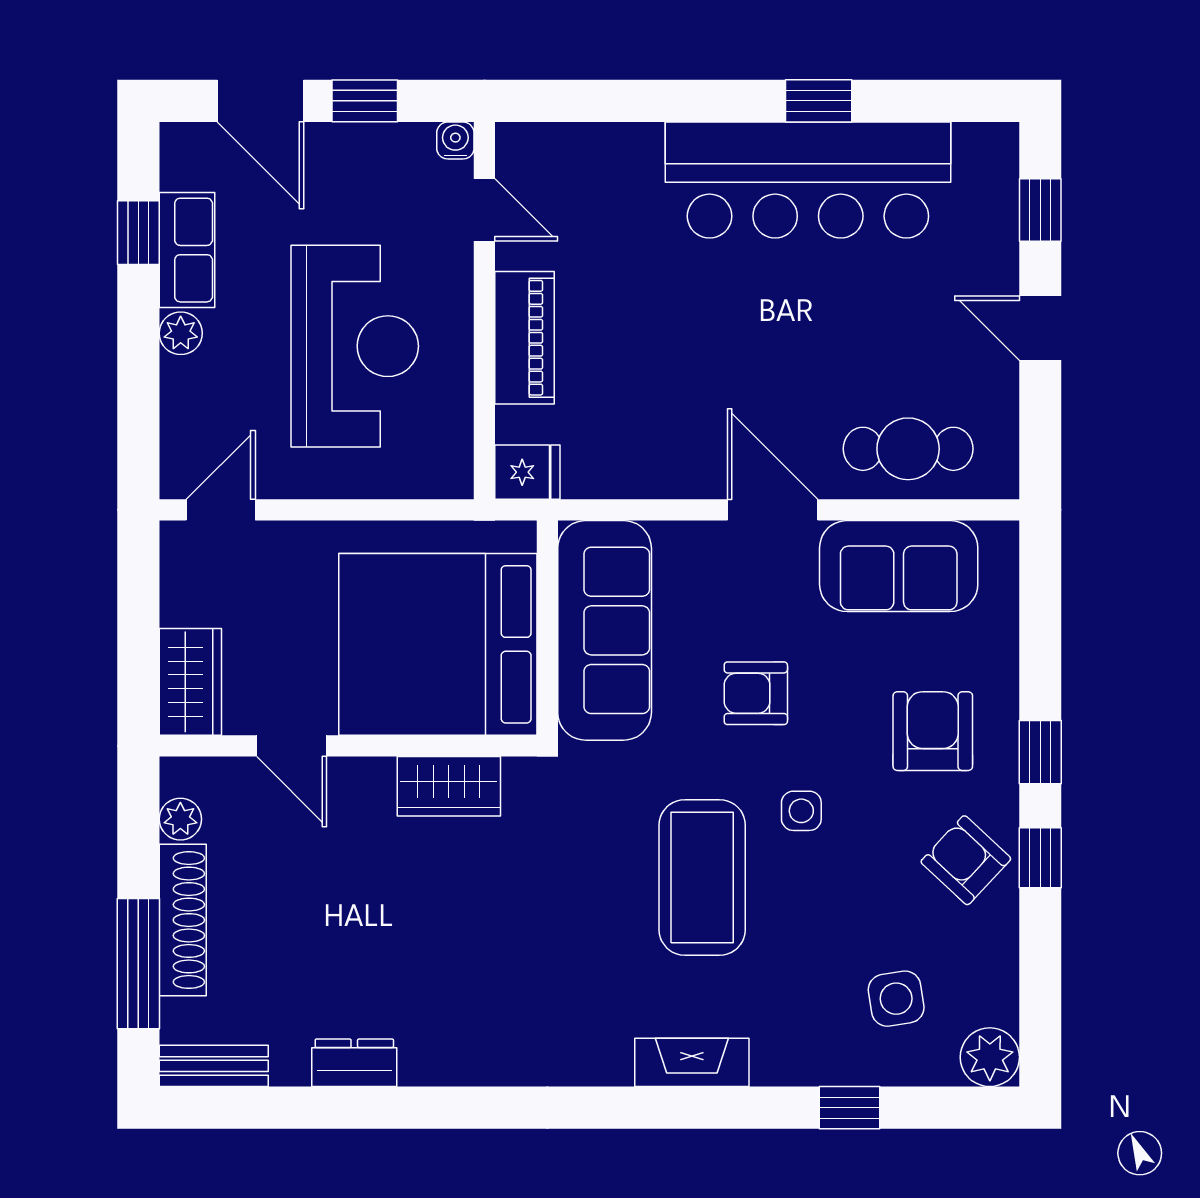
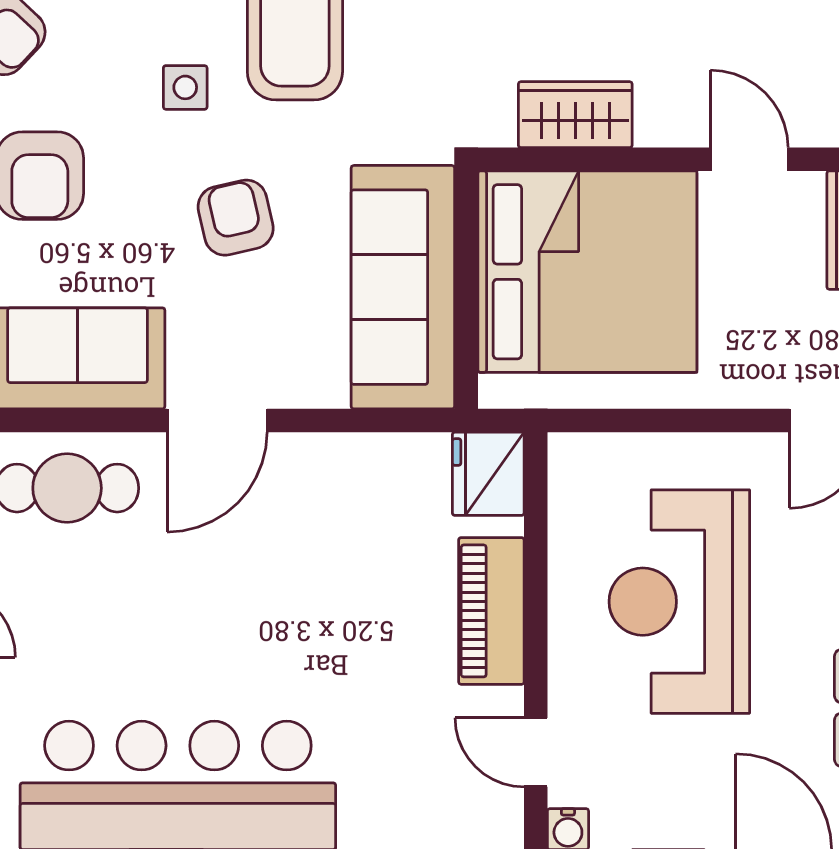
fridge: (527, 472) -> (488, 474), width x1.38
door: (773, 510) -> (217, 420), hinge flipped
armchair: (756, 693) -> (236, 218), turned -103

